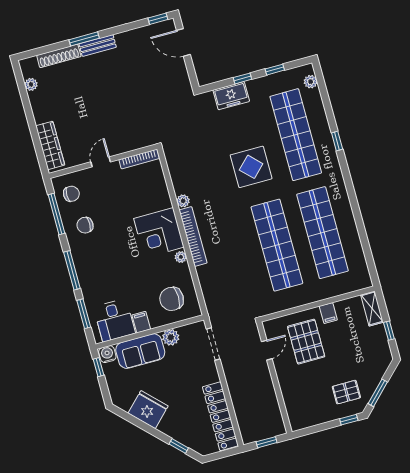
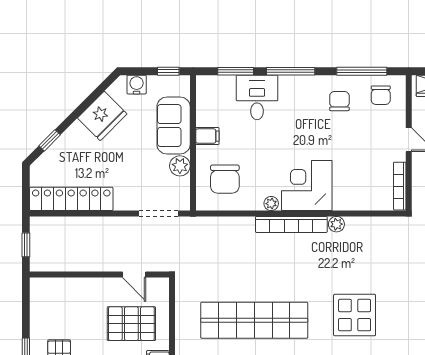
chair: (172, 299) -> (225, 179), turned 180
desk: (114, 320) -> (257, 97), moved, turned 90
water cooler: (107, 354) -> (137, 85), moved, turned -90

